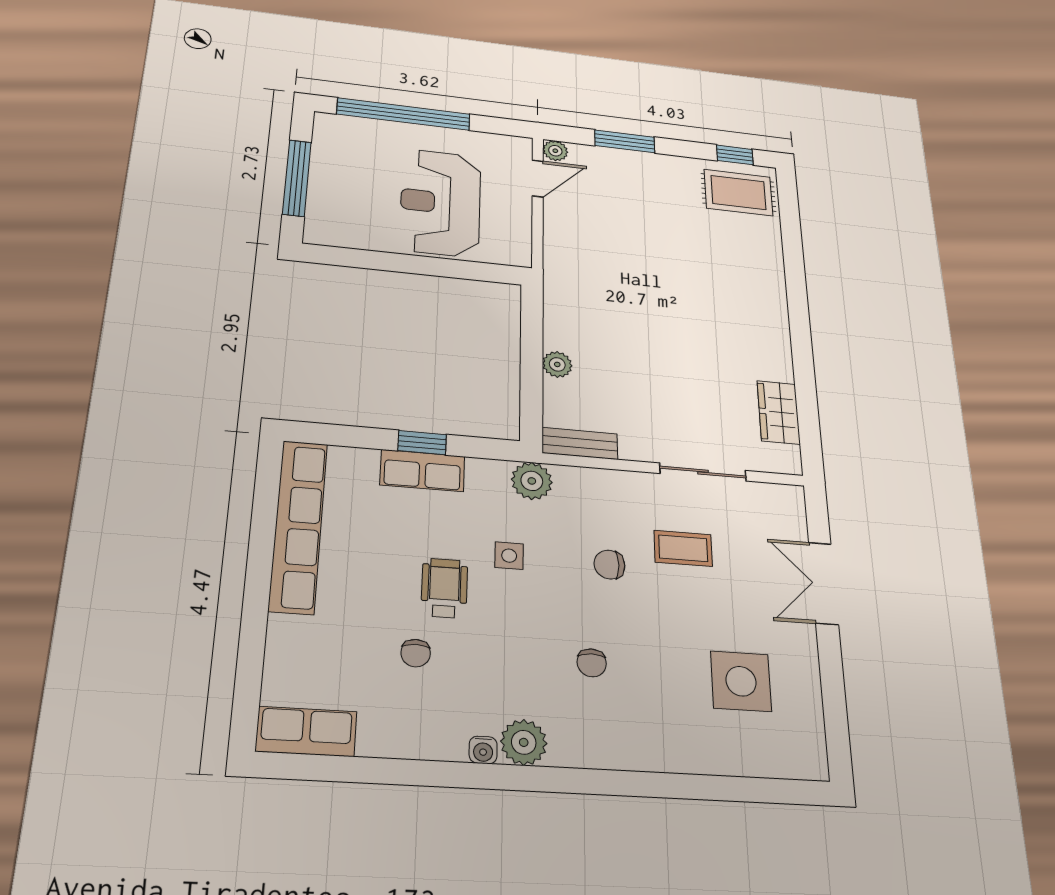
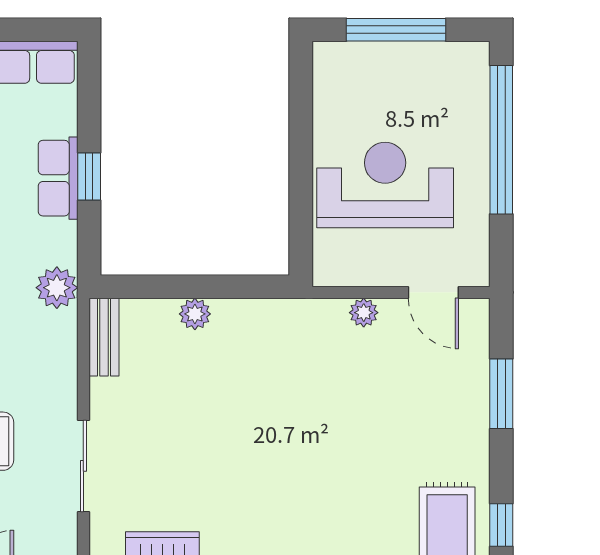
plant: (555, 151) -> (364, 313), moved

